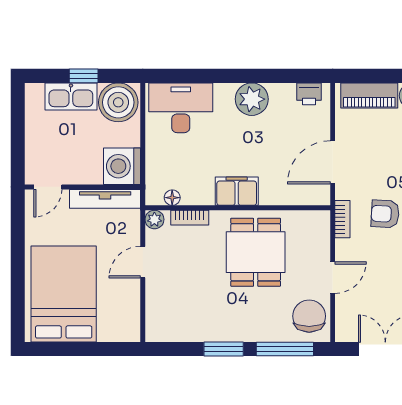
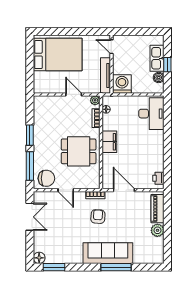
plant: (252, 99) -> (156, 149), removed
boiler: (118, 102) -> (159, 78), width x0.54, depth x0.54

